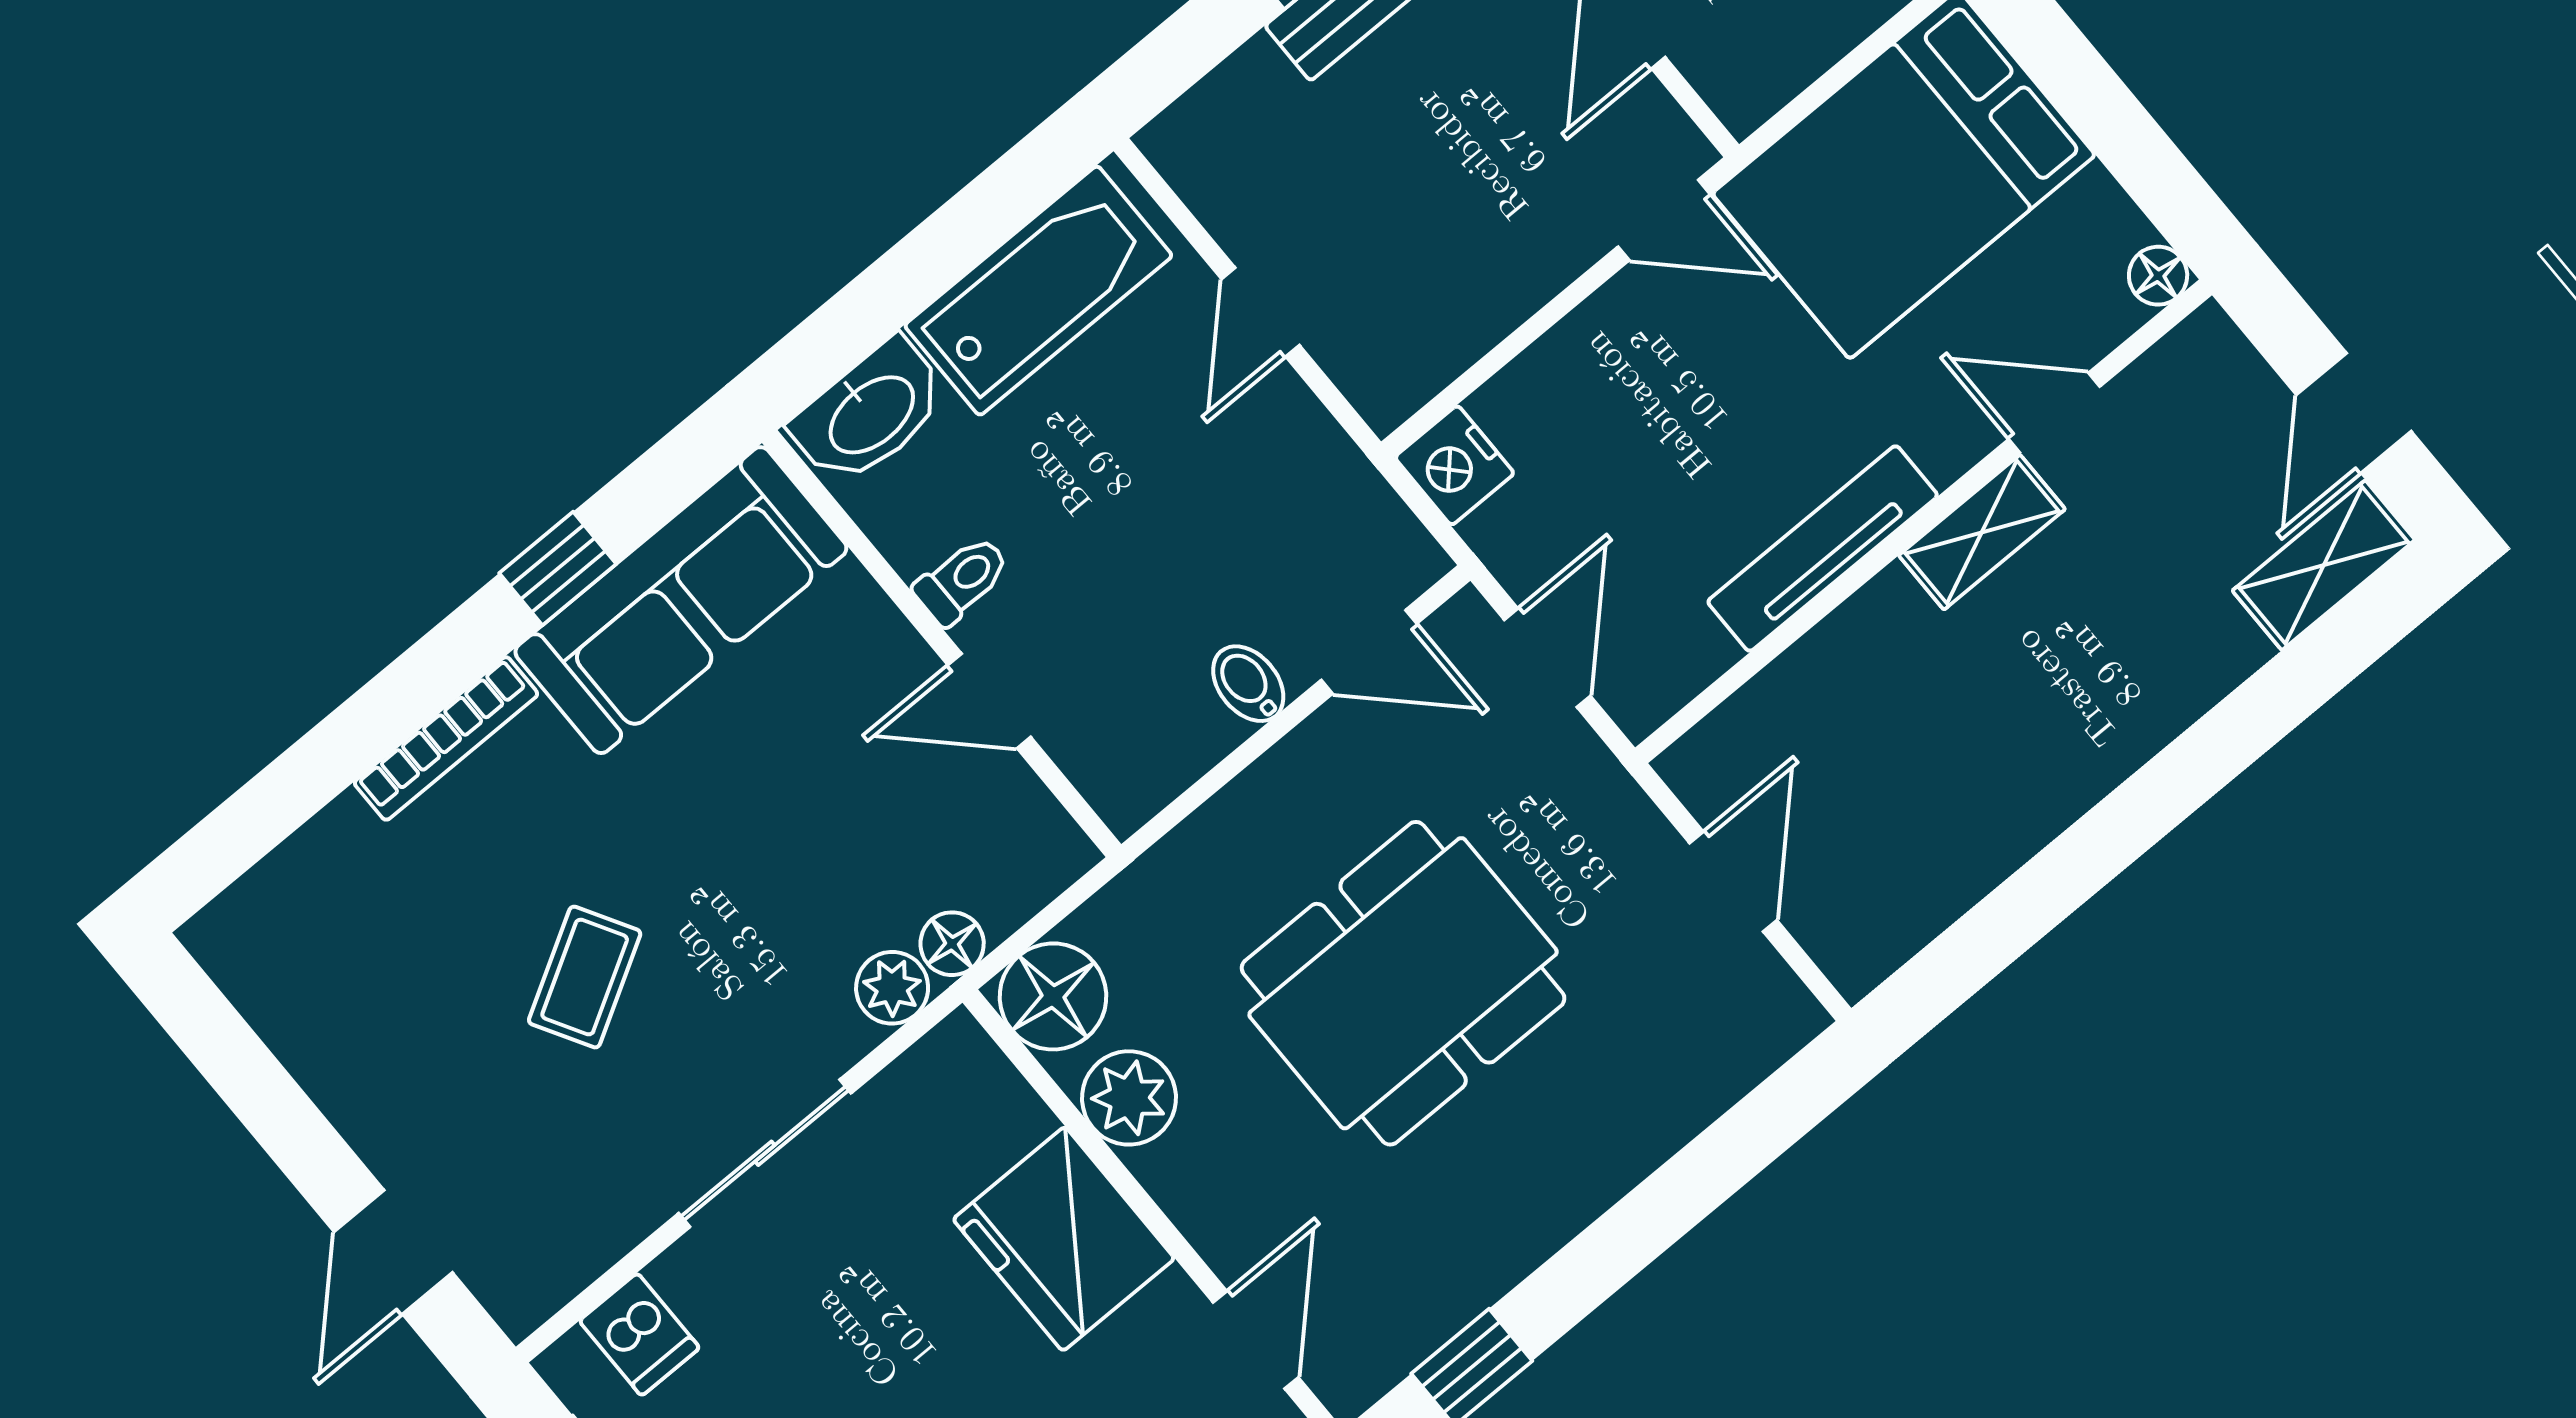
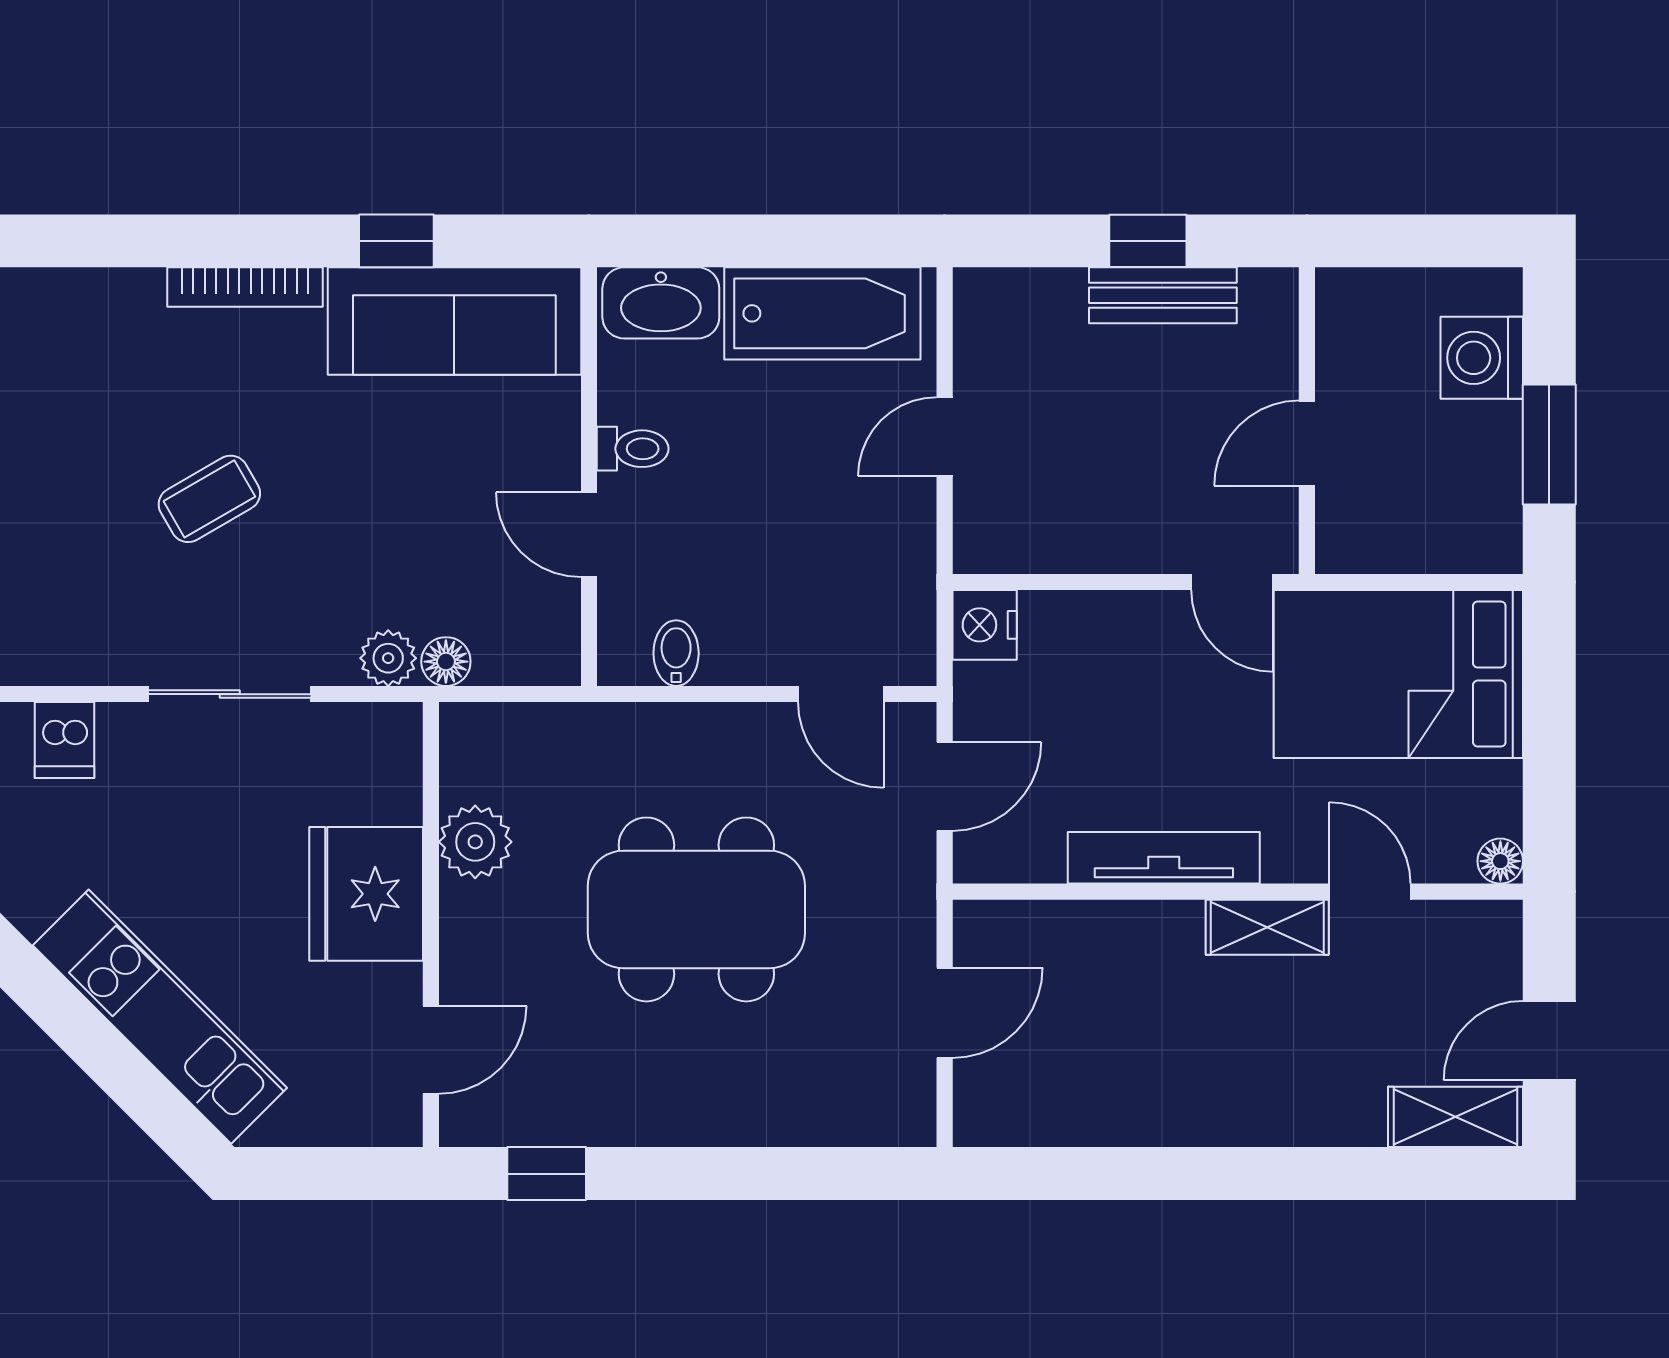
bidet: (1248, 684) -> (676, 653), moved
floor lamp: (1053, 996) -> (480, 743), removed

